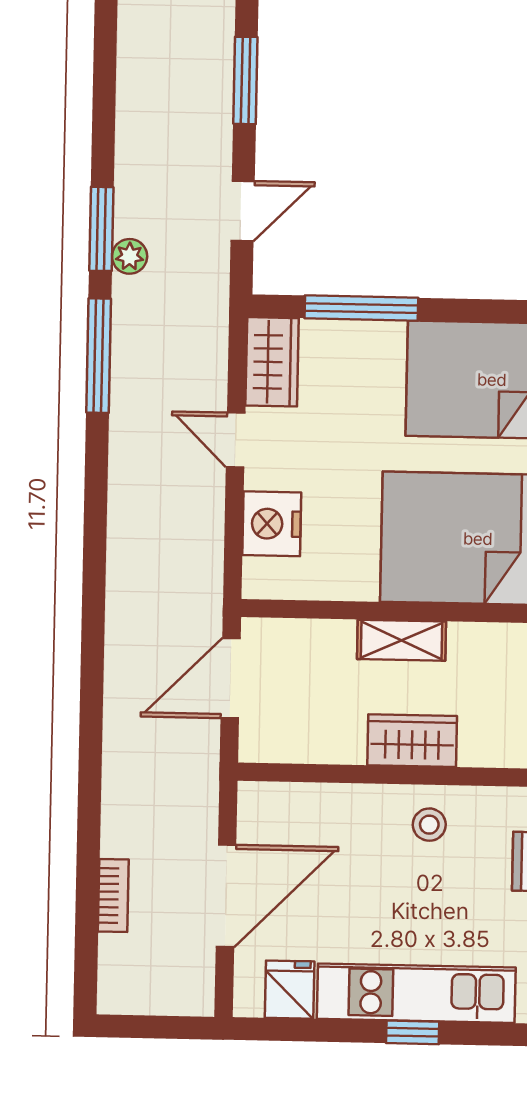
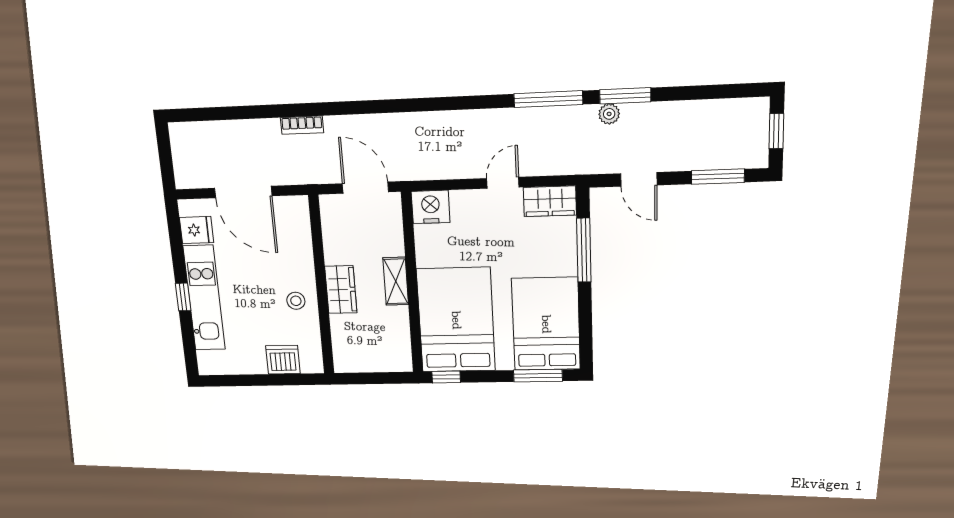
nightstand: (272, 524) -> (431, 207), moved
bookcase: (113, 895) -> (302, 125), moved

